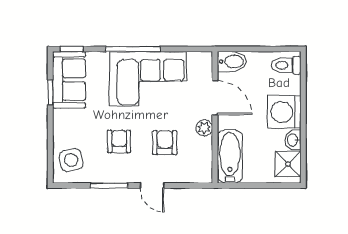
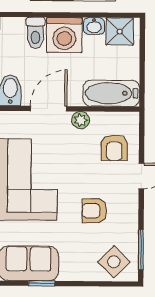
toilet: (286, 65) -> (35, 33), moved
armchair: (165, 143) -> (114, 148), moved, turned -90
side table: (71, 160) -> (114, 262), turned -33
window: (109, 185) -> (141, 250), moved

